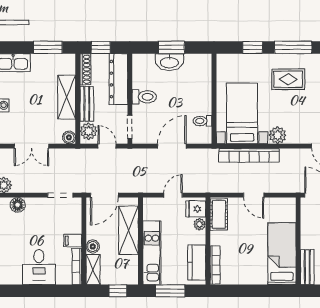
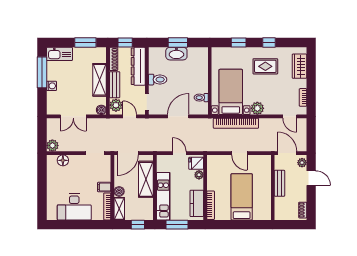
window: (293, 47) -> (269, 43), width x0.46
door: (173, 195) -> (179, 153), hinge flipped
cot: (219, 214) -> (213, 167), removed
bed: (282, 254) -> (242, 197), moved
desk: (39, 267) -> (74, 207), width x1.37
bench: (307, 267) -> (279, 183), moved

